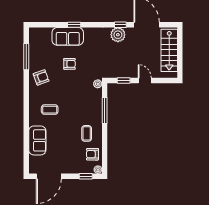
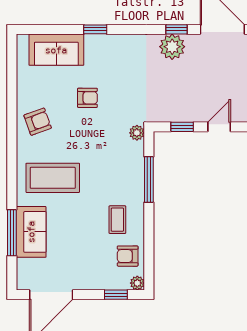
sofa: (68, 36) -> (56, 50), moved
window: (26, 57) -> (12, 233), moved
door: (145, 80) -> (219, 127), hinge flipped
coffee table: (50, 110) -> (53, 178), width x1.86, depth x1.72

